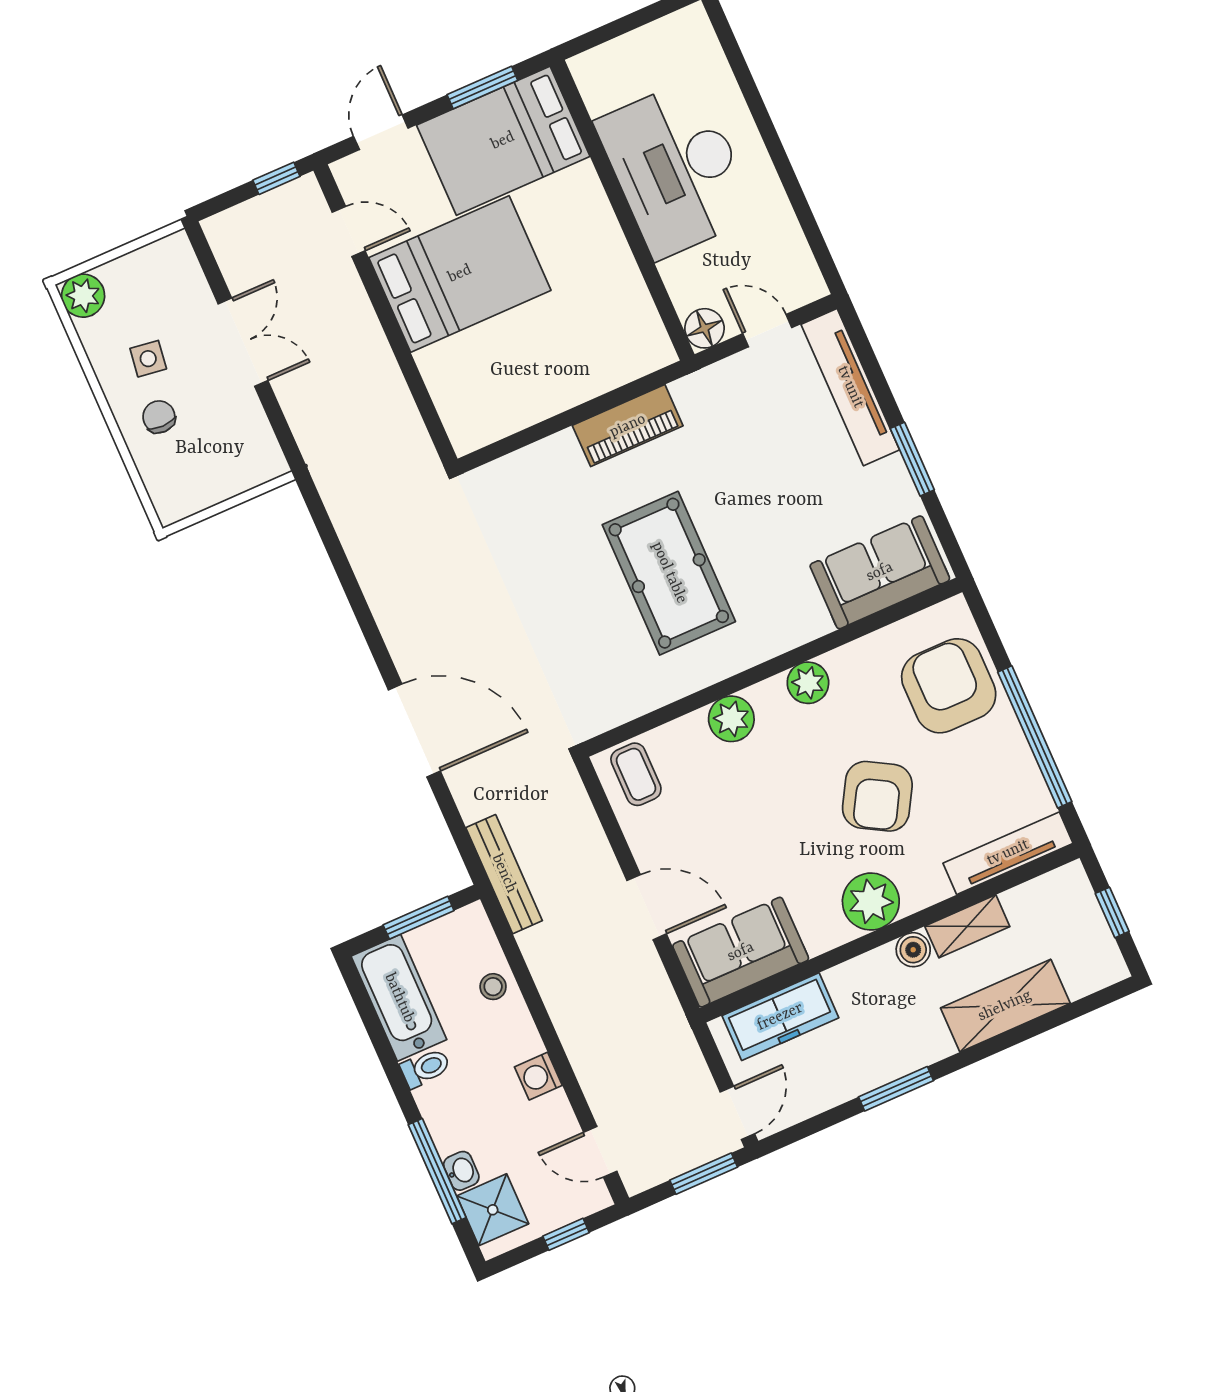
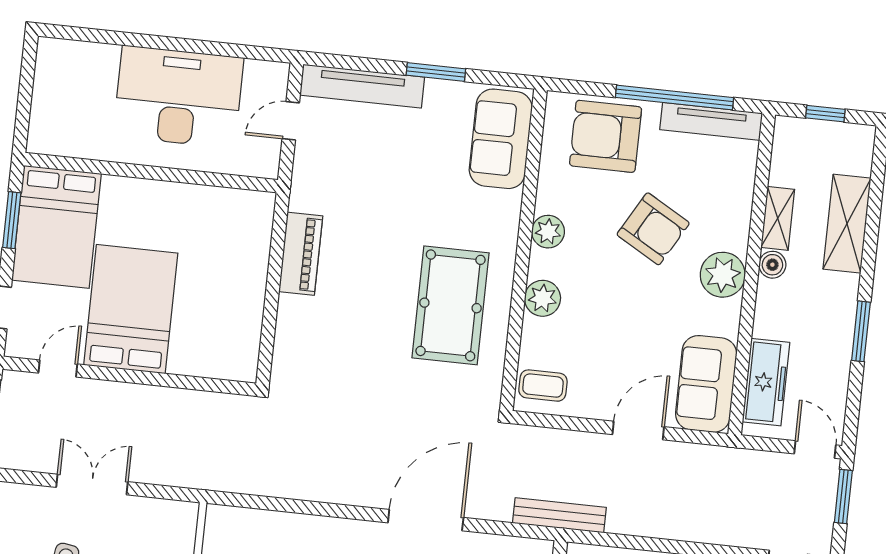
desk: (676, 169) -> (178, 97), moved, turned 180
floor lamp: (704, 328) -> (264, 163), removed
pool table: (669, 573) -> (451, 305), moved, turned 90
tv unit: (1008, 853) -> (711, 121), moved, turned -90

